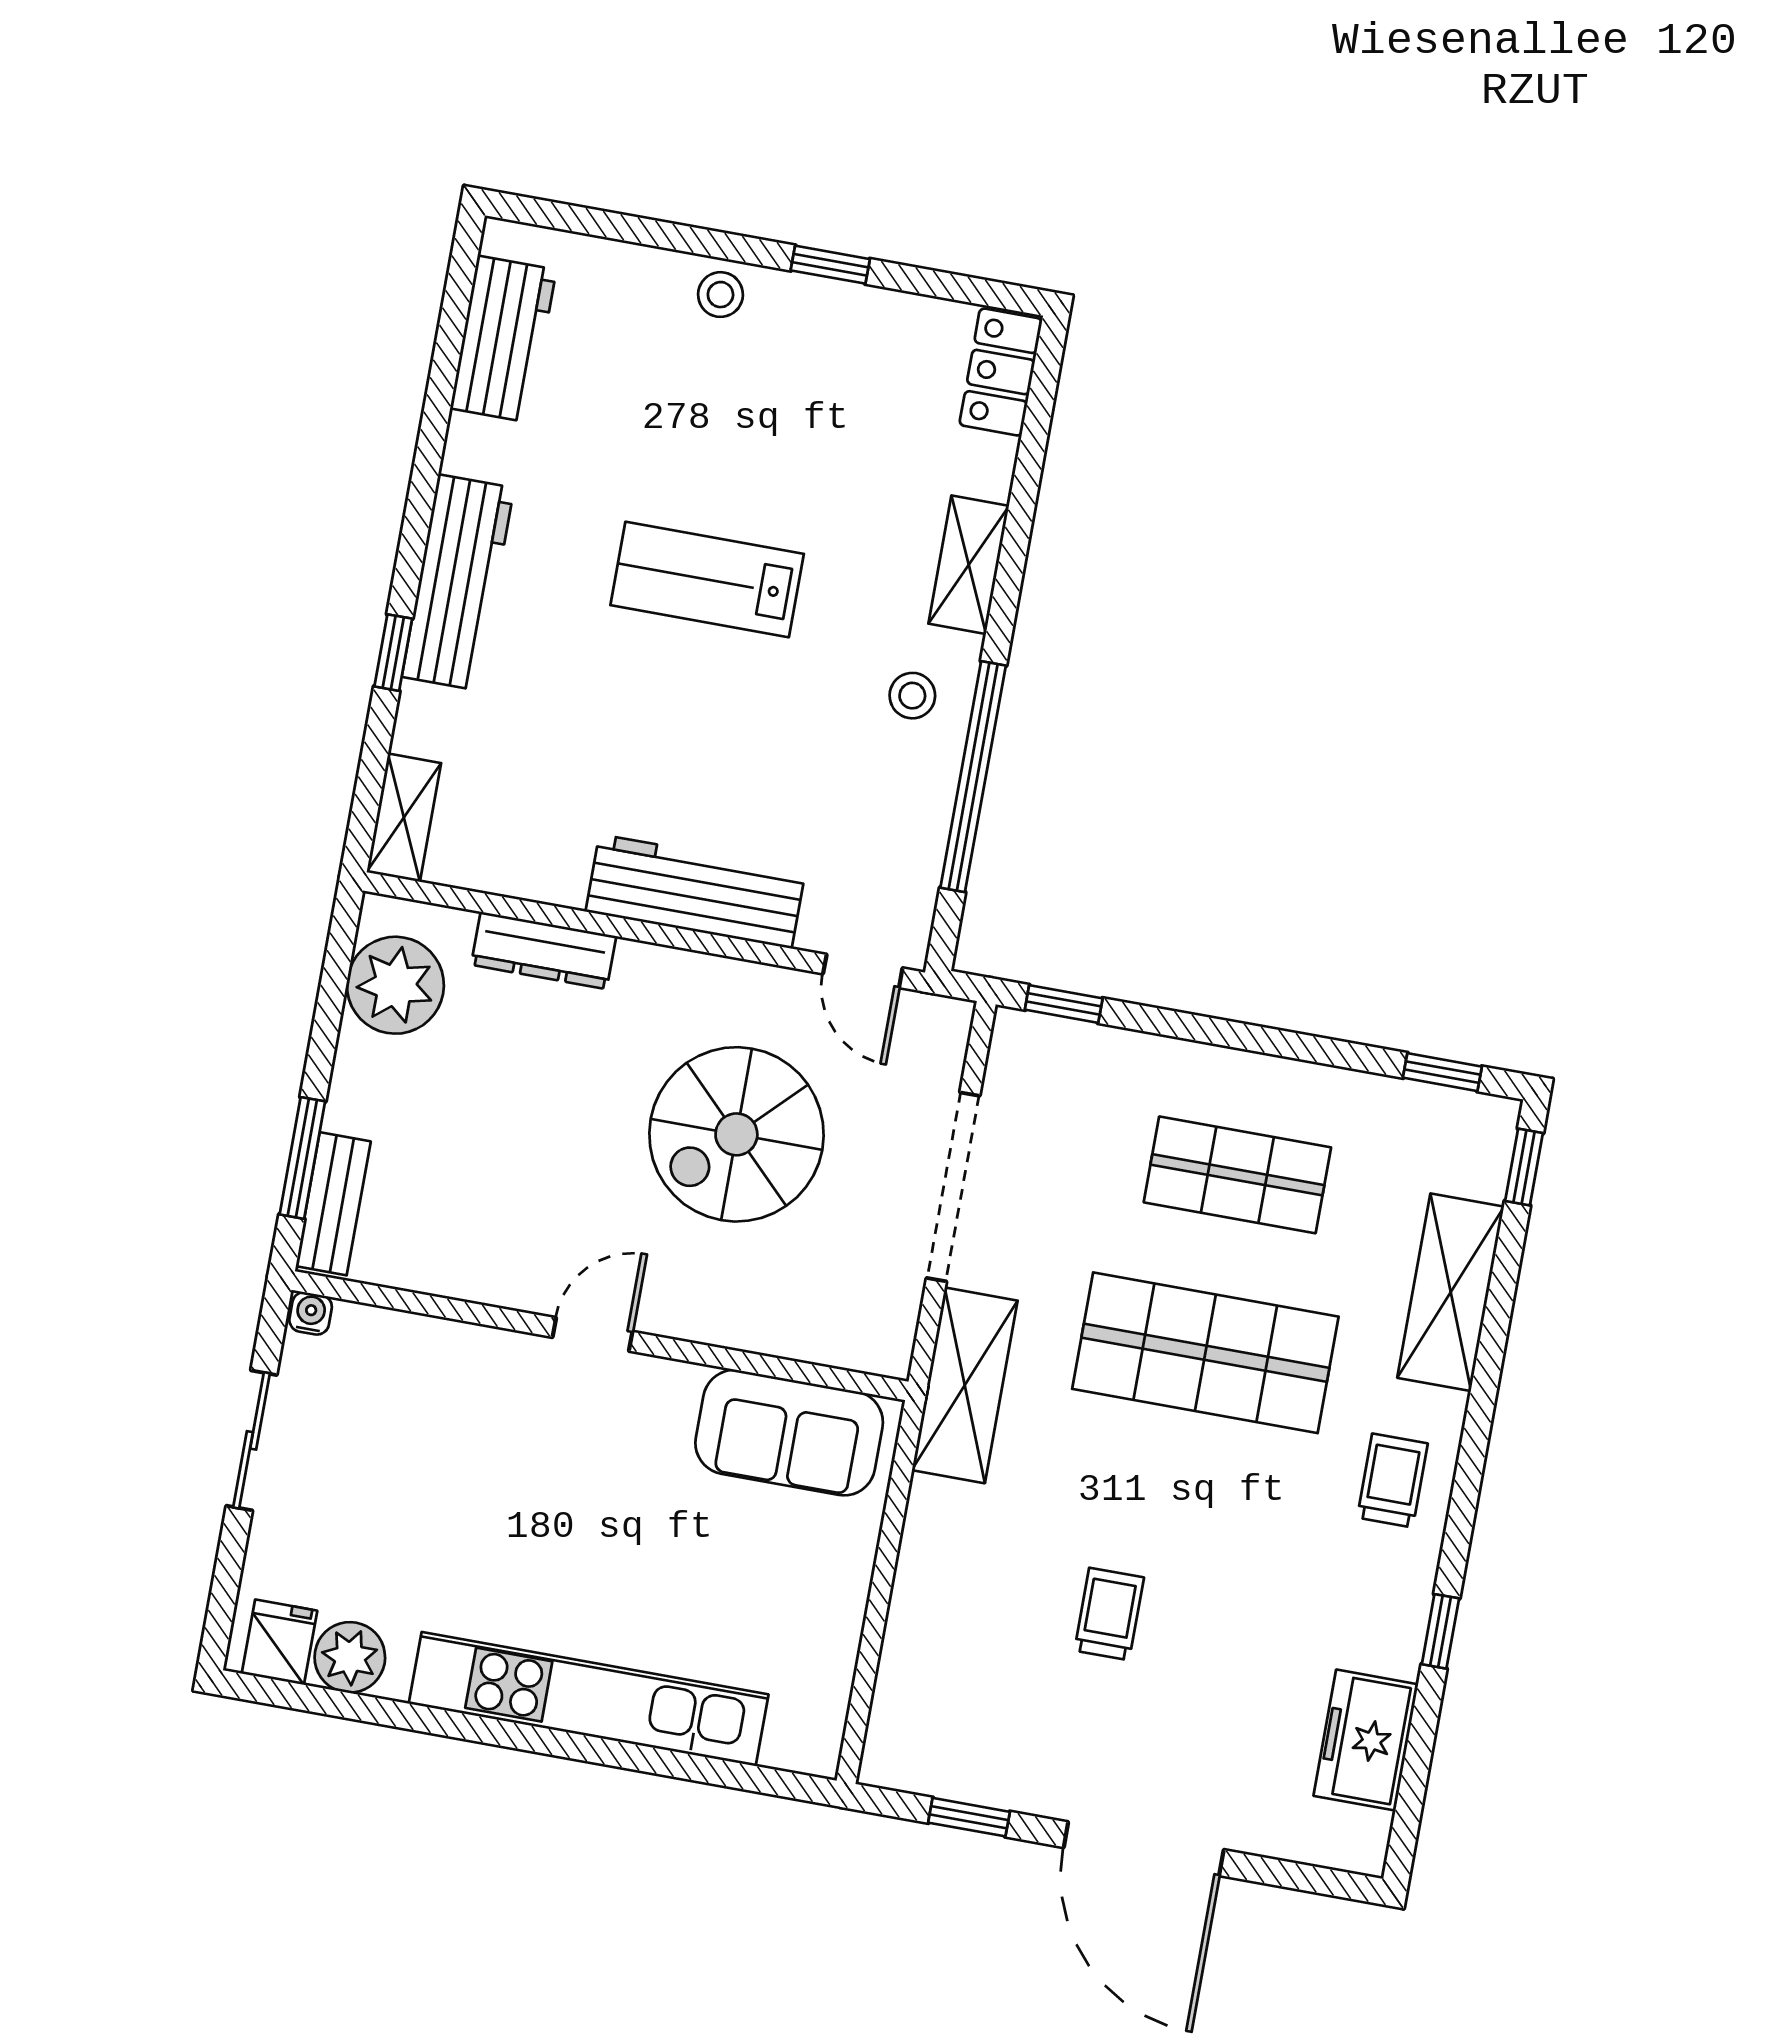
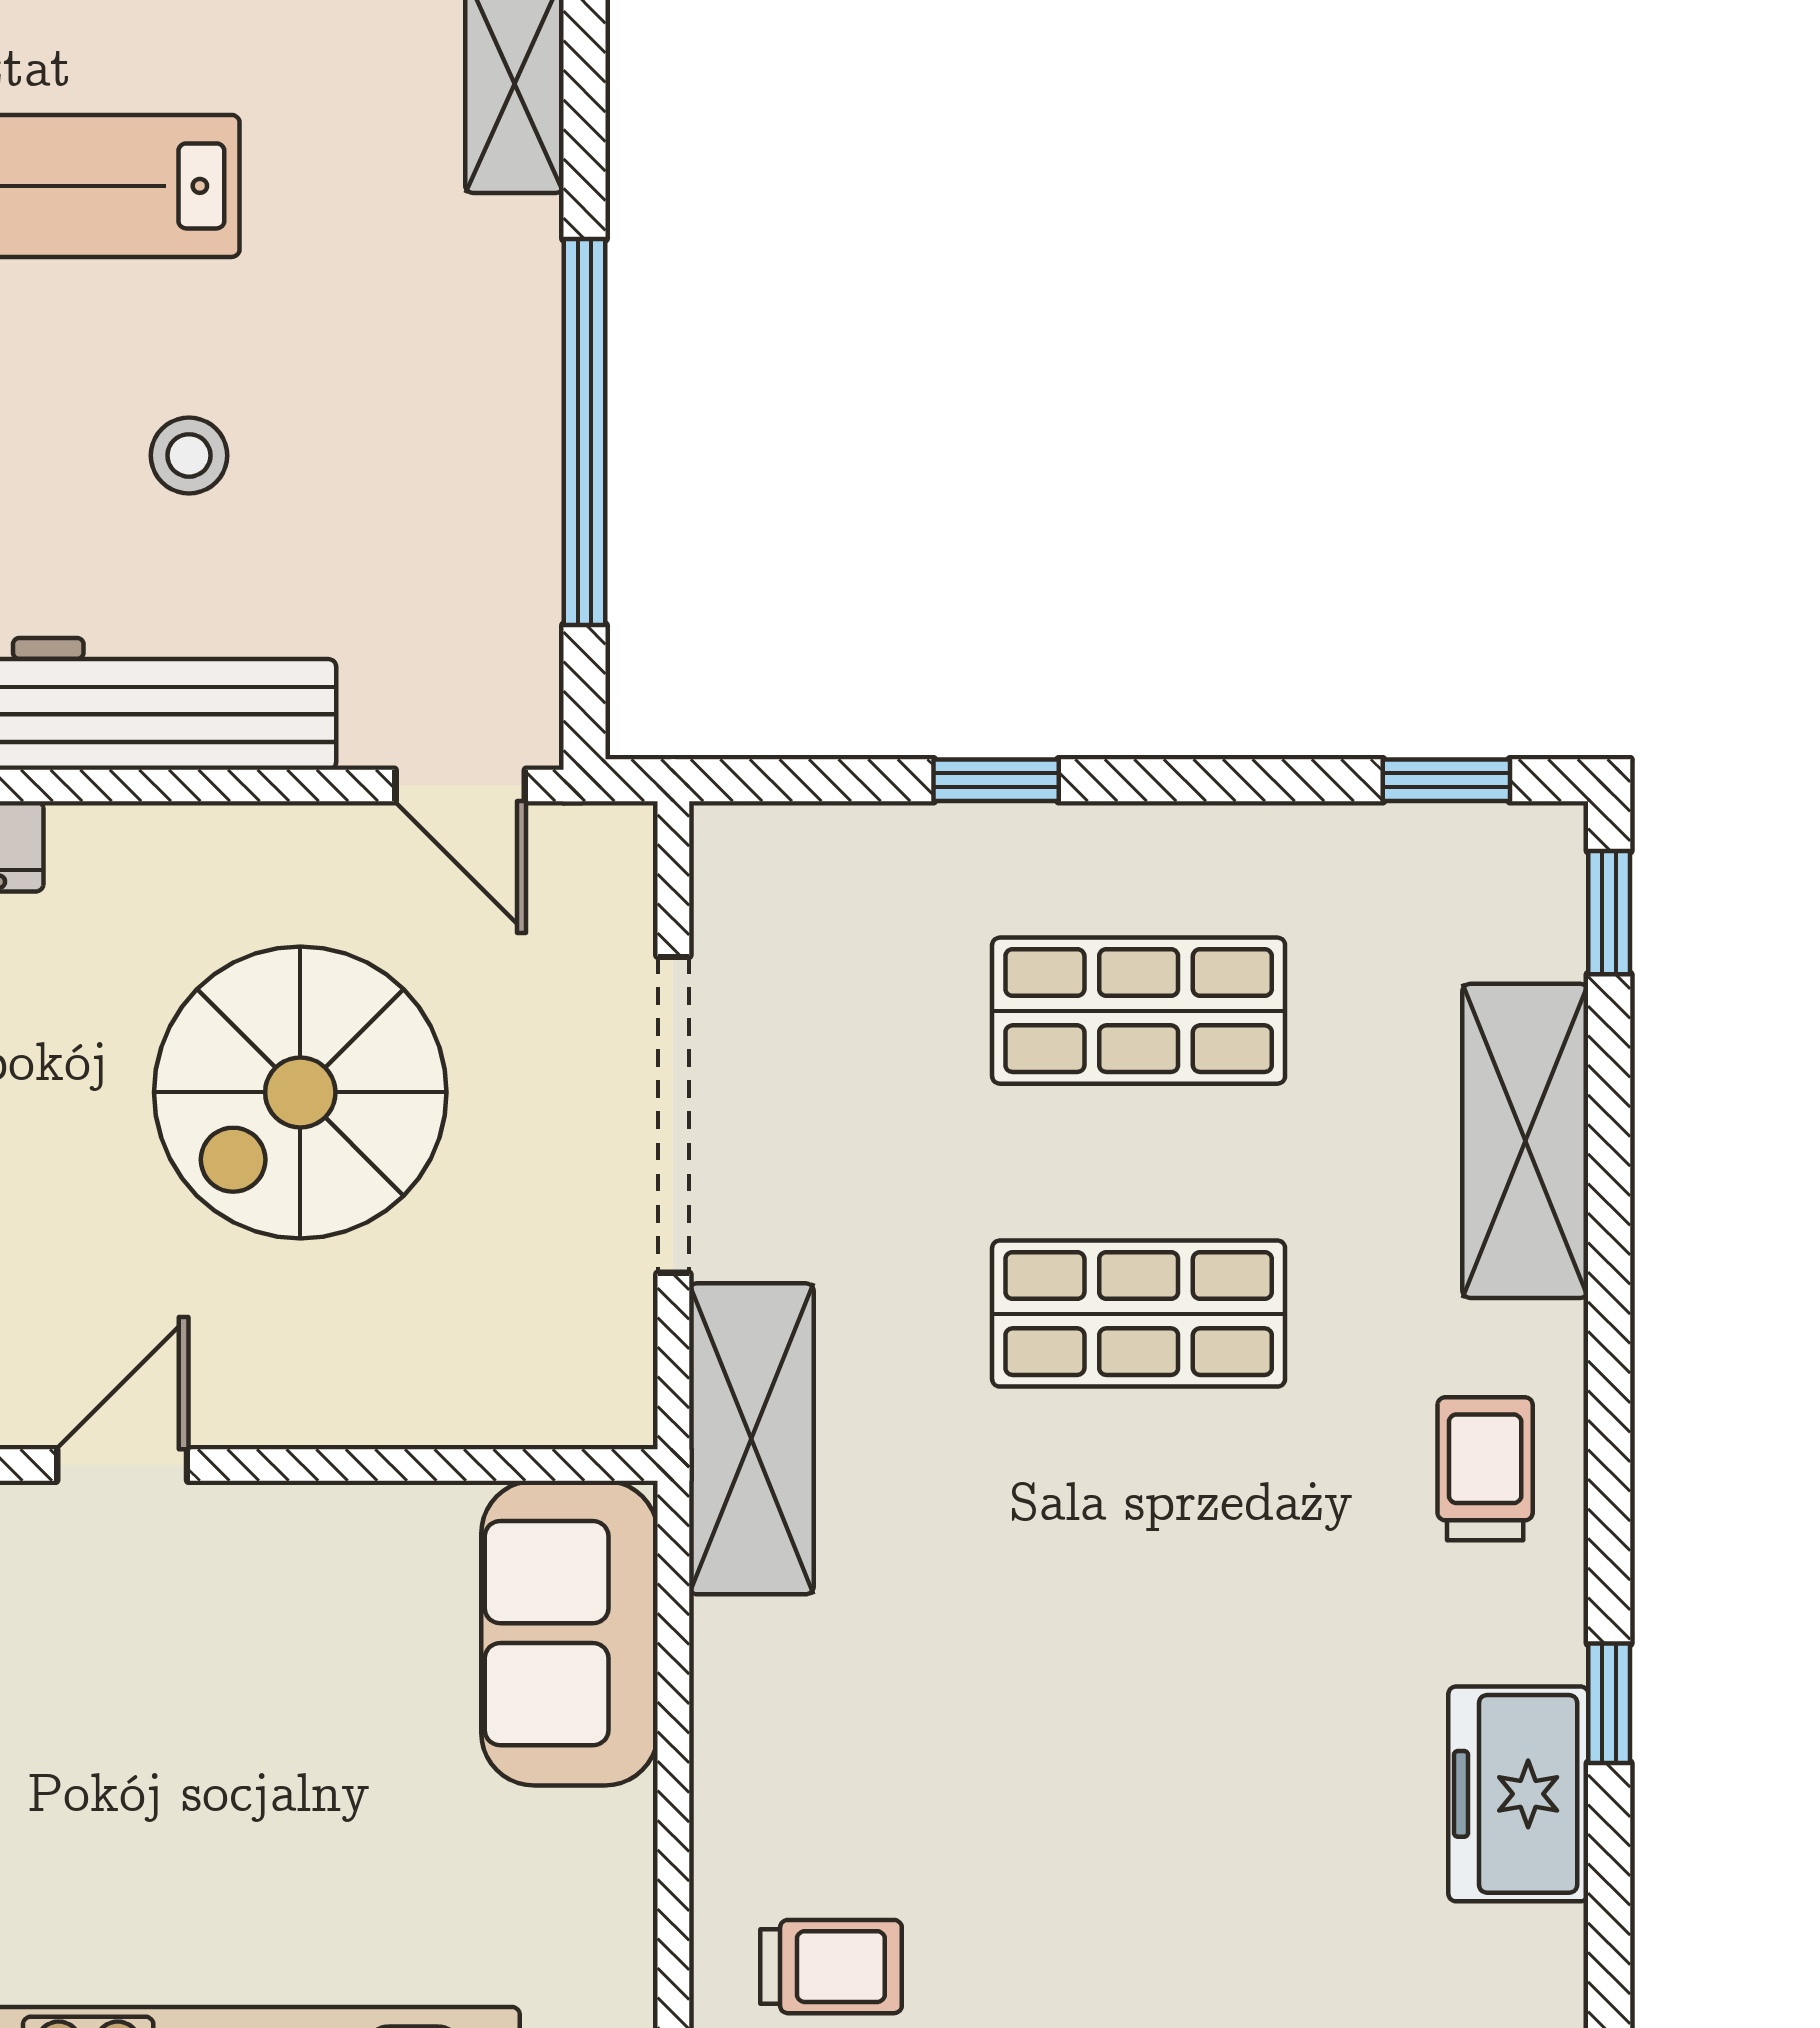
stool: (912, 696) -> (189, 455), moved
window: (1064, 1004) -> (996, 780), moved
shop shelf: (1205, 1353) -> (1139, 1314), width x0.70, depth x0.74
sofa: (789, 1433) -> (570, 1633), moved, turned 90
trolley: (1109, 1614) -> (831, 1967), moved, turned 90
freezer: (1366, 1740) -> (1518, 1794), moved

